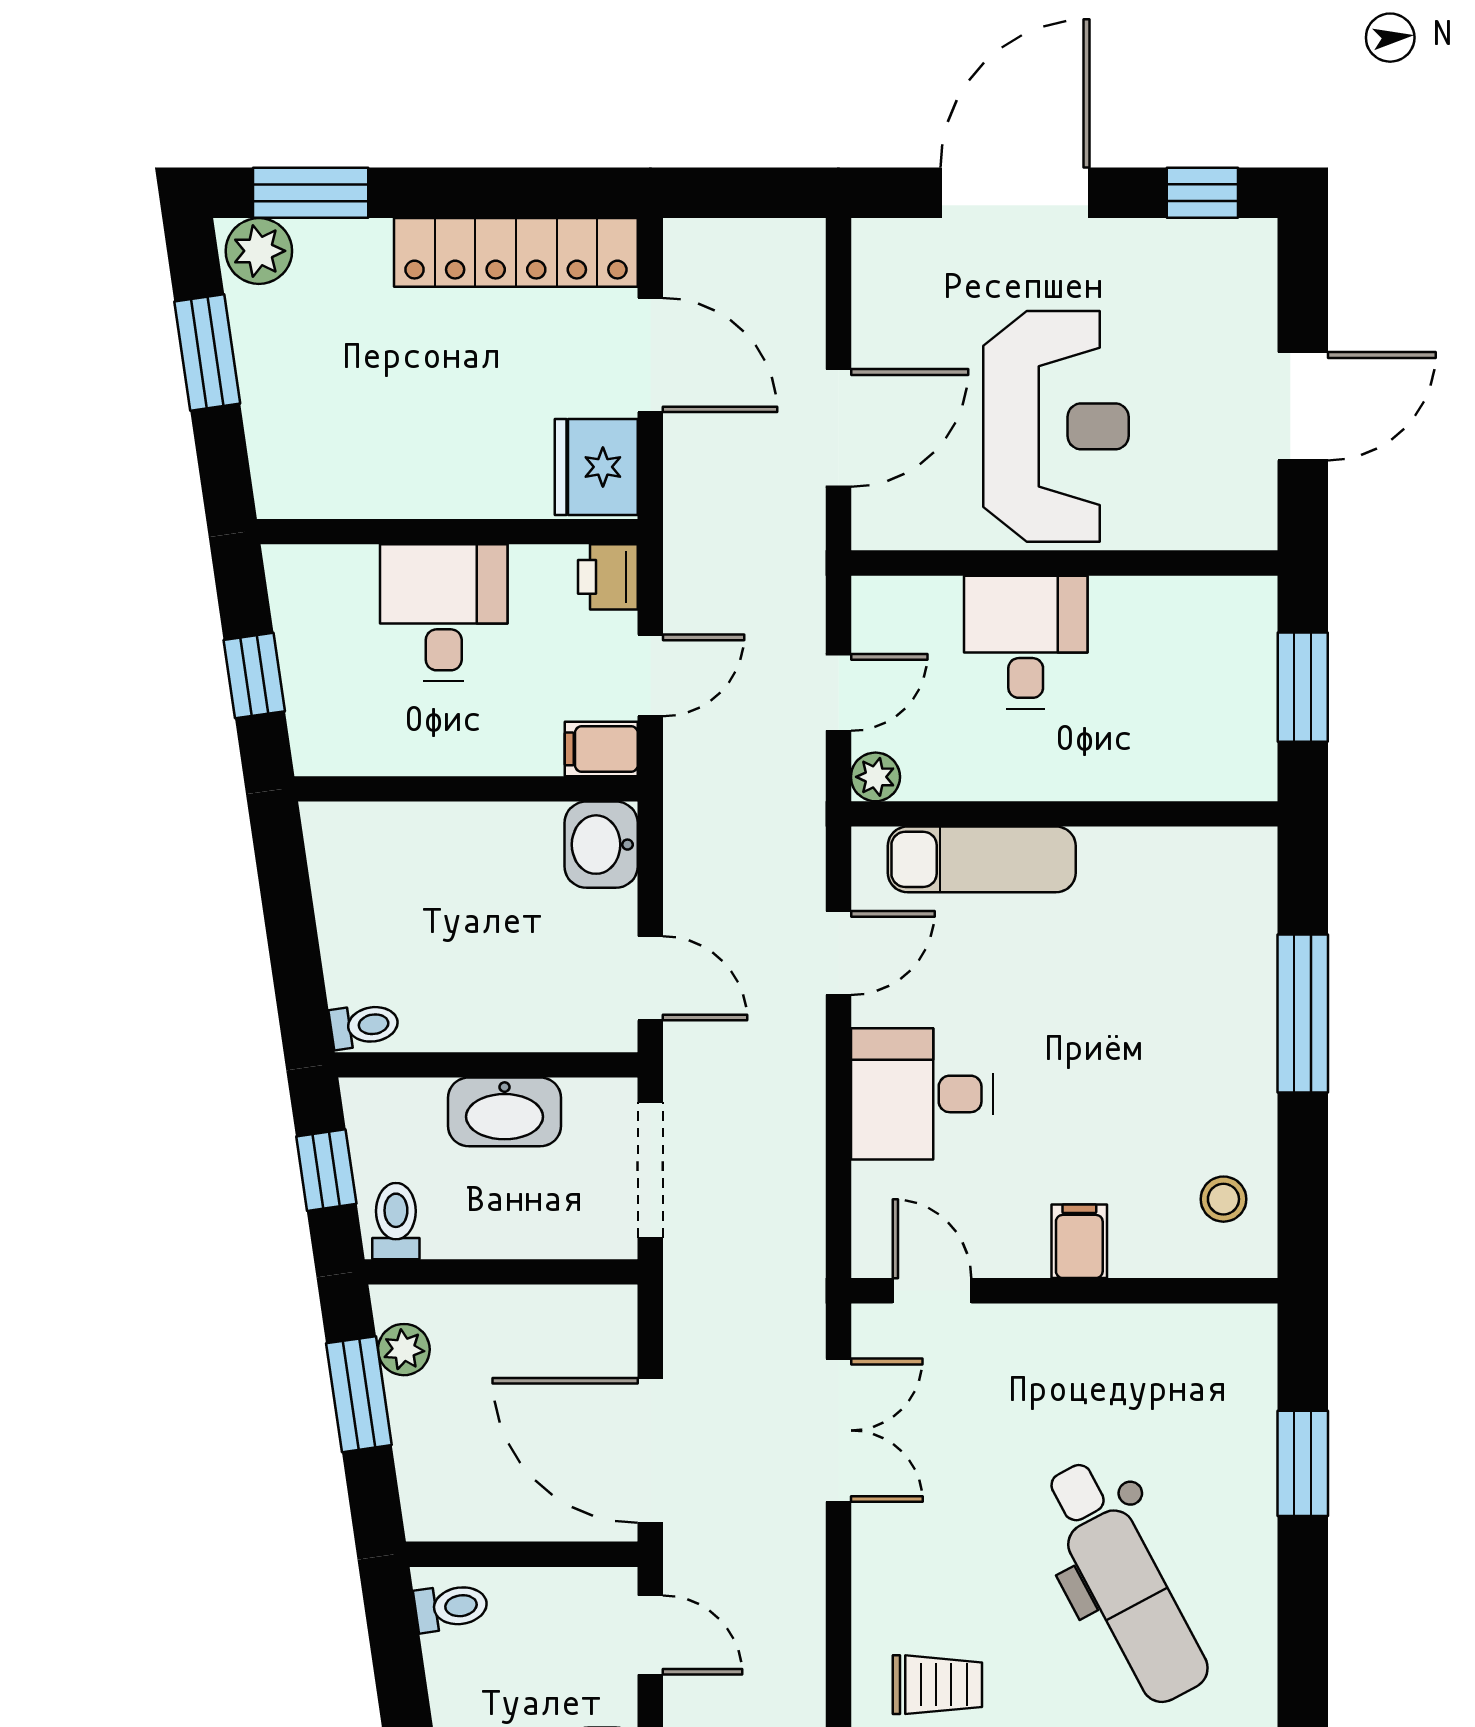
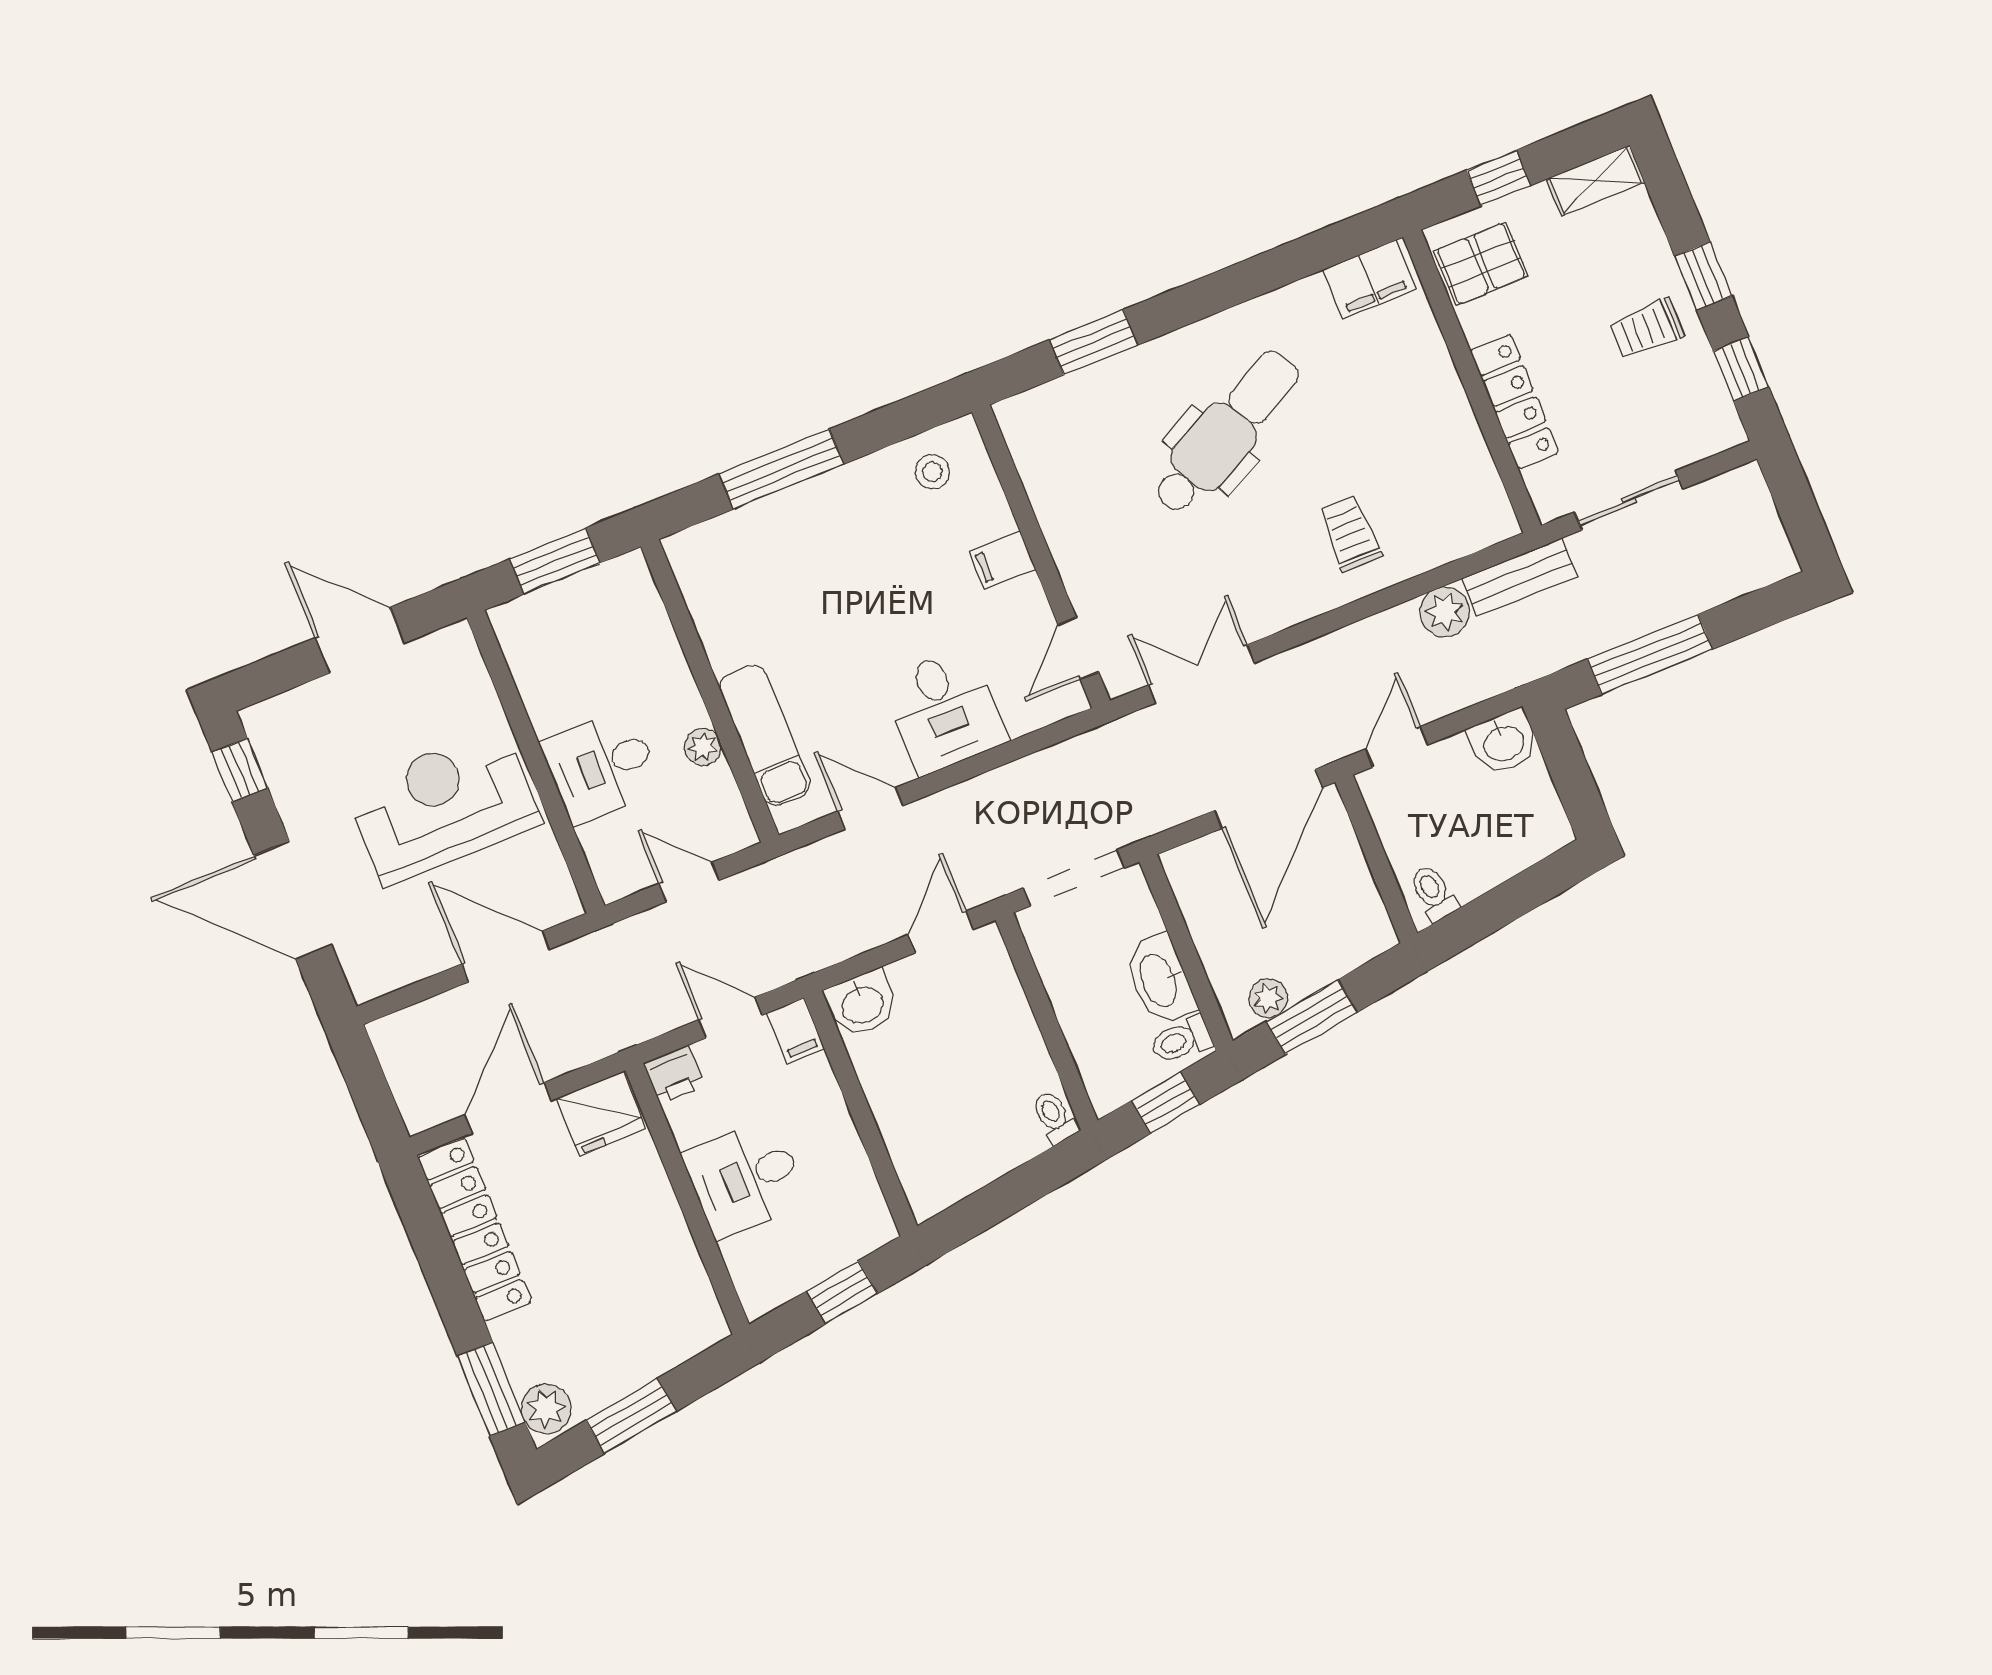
plant: (875, 777) -> (703, 747), moved
washbasin: (505, 1112) -> (1160, 980), moved, turned 180

